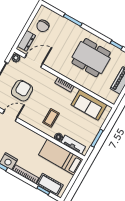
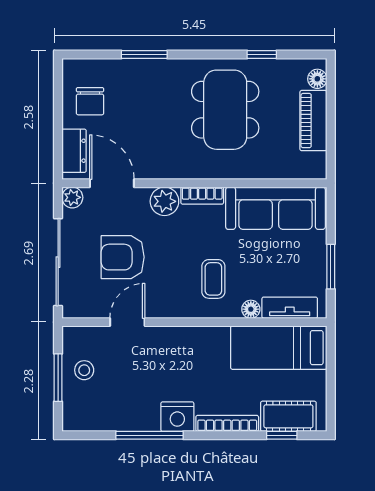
dining table: (91, 58) -> (225, 110), turned 90
door: (34, 61) -> (112, 183), hinge flipped
plant: (49, 79) -> (164, 201), added
armchair: (22, 91) -> (123, 257), turned -90
sofa: (89, 105) -> (275, 208), width x1.36

